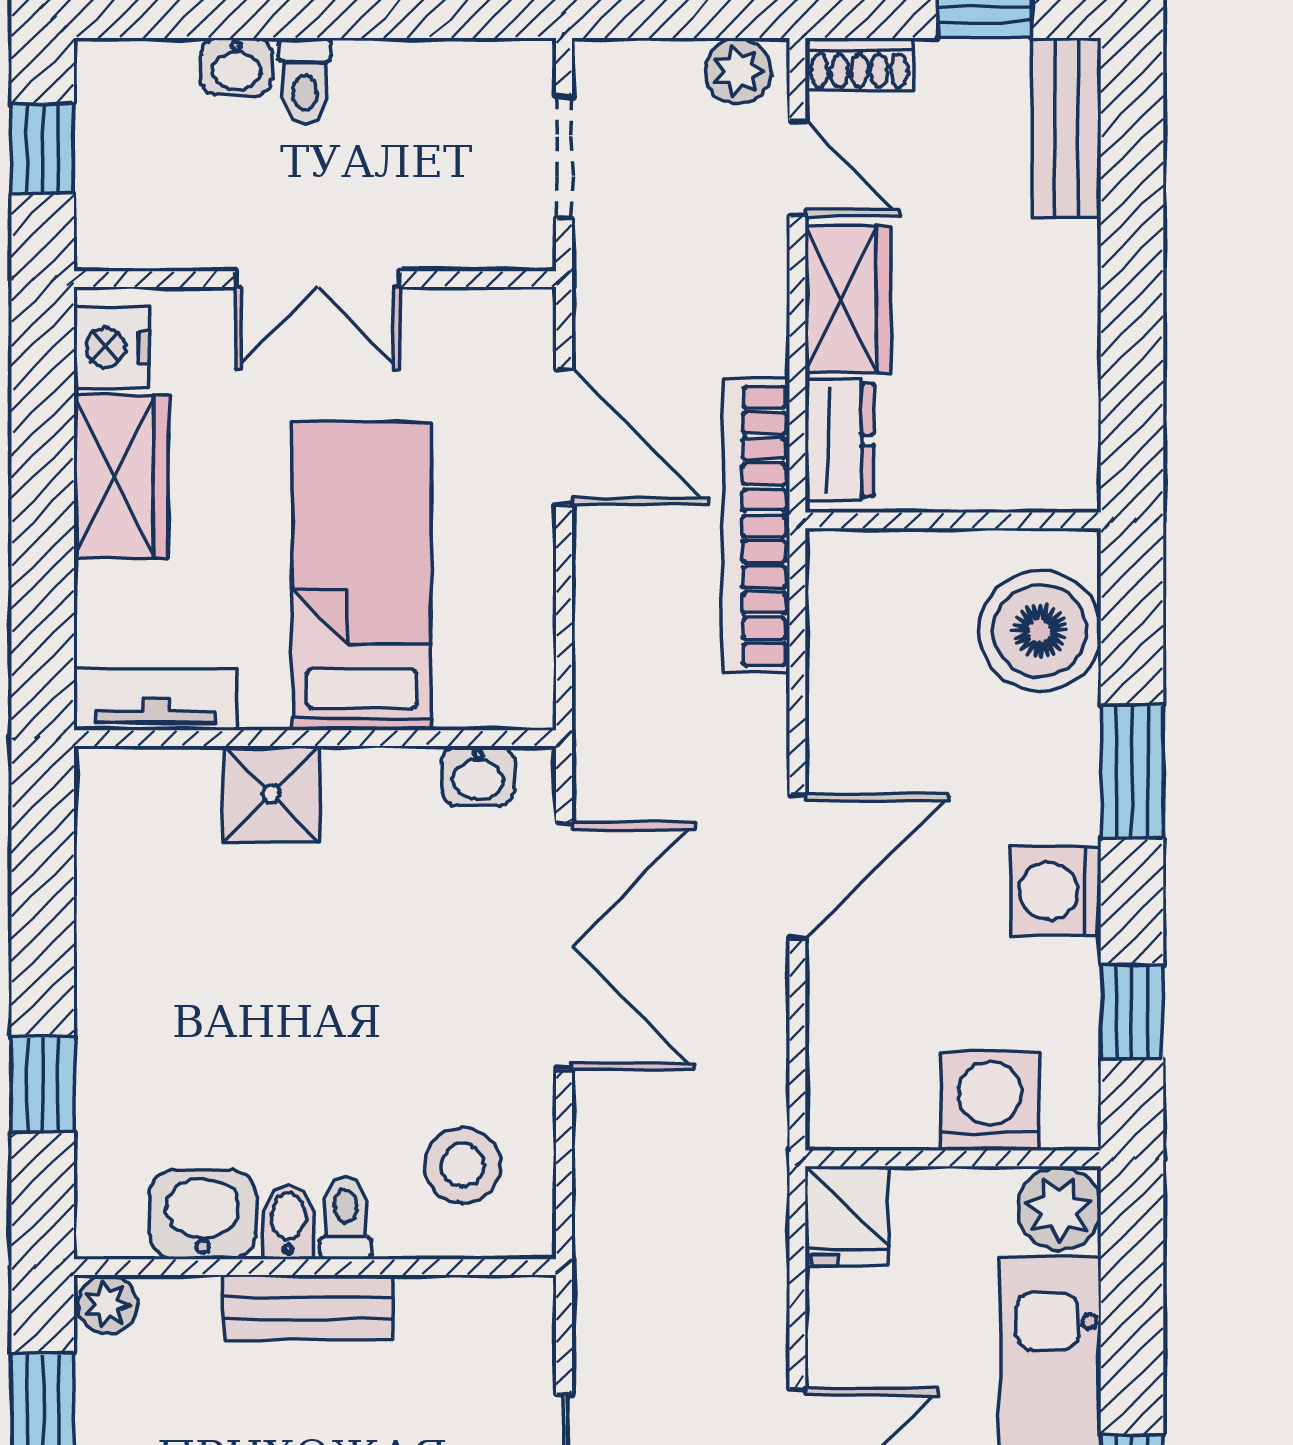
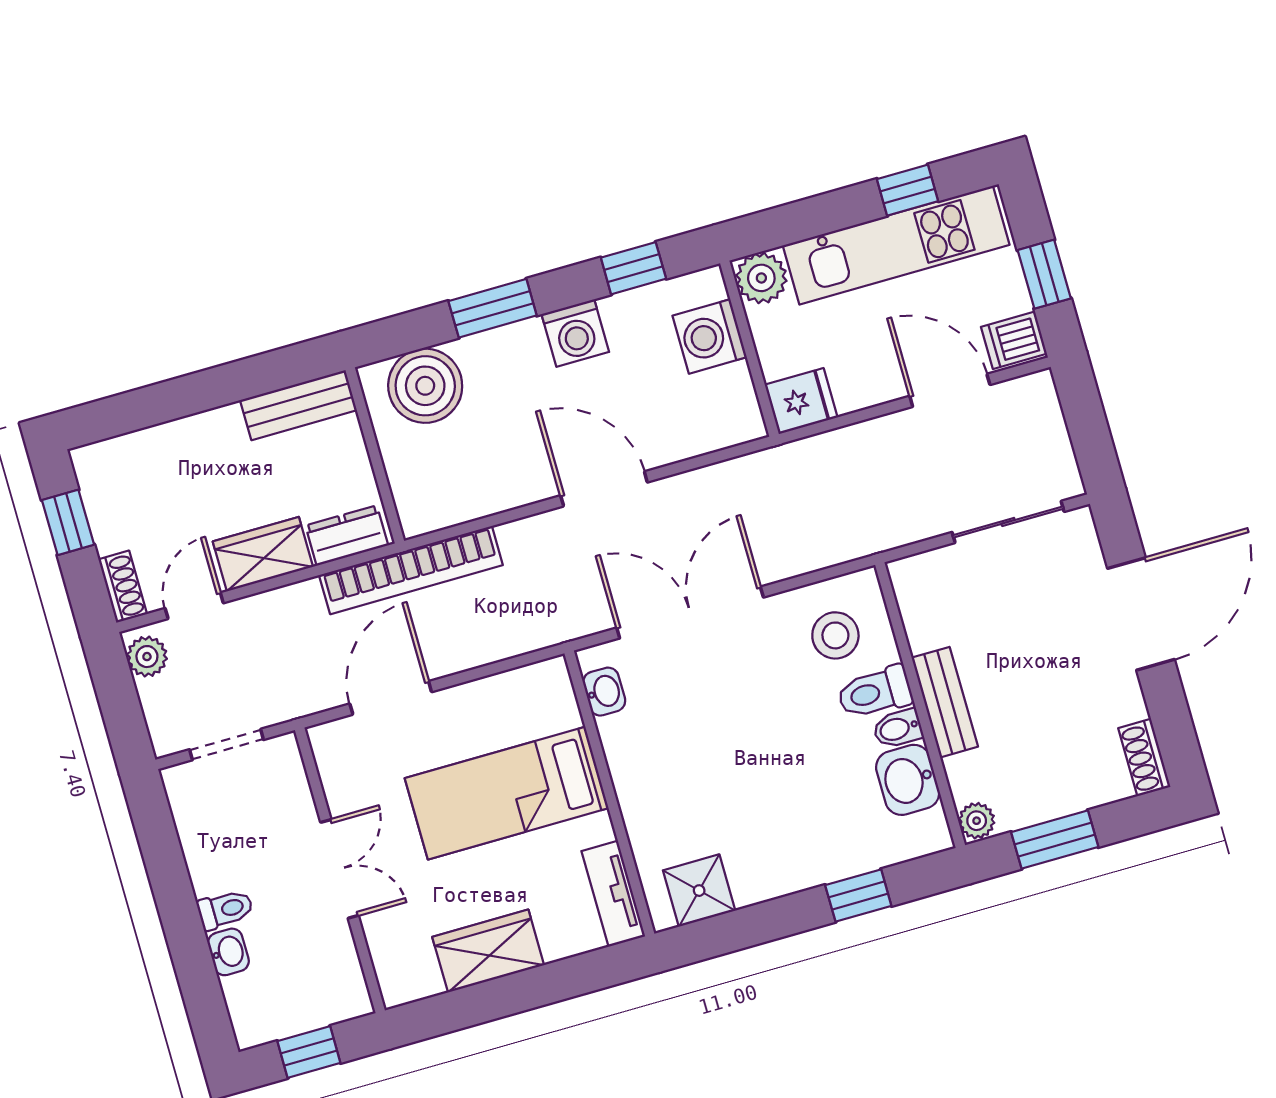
bench: (1066, 128) -> (298, 405), moved
nightstand: (112, 347) -> (414, 978), removed
shower: (271, 794) -> (699, 891), moved
toilet: (346, 1218) -> (875, 692), width x1.37, depth x1.39

